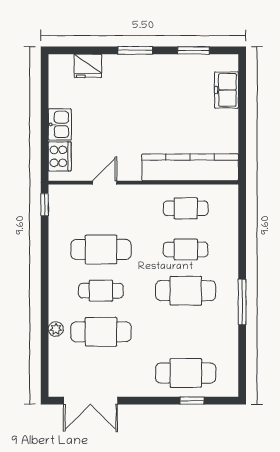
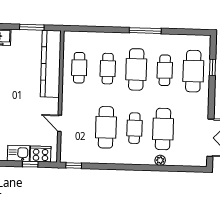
window: (242, 138) -> (32, 27), added
window: (45, 142) -> (30, 164), added
cafe table: (186, 332) -> (165, 70), added

